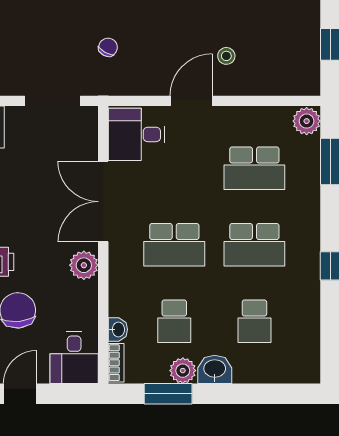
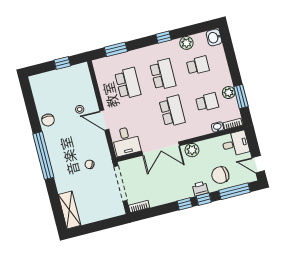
doorway: (53, 101) -> (120, 184), width x1.36
plant: (307, 121) -> (186, 43), moved
washbasin: (215, 369) -> (214, 37), moved

